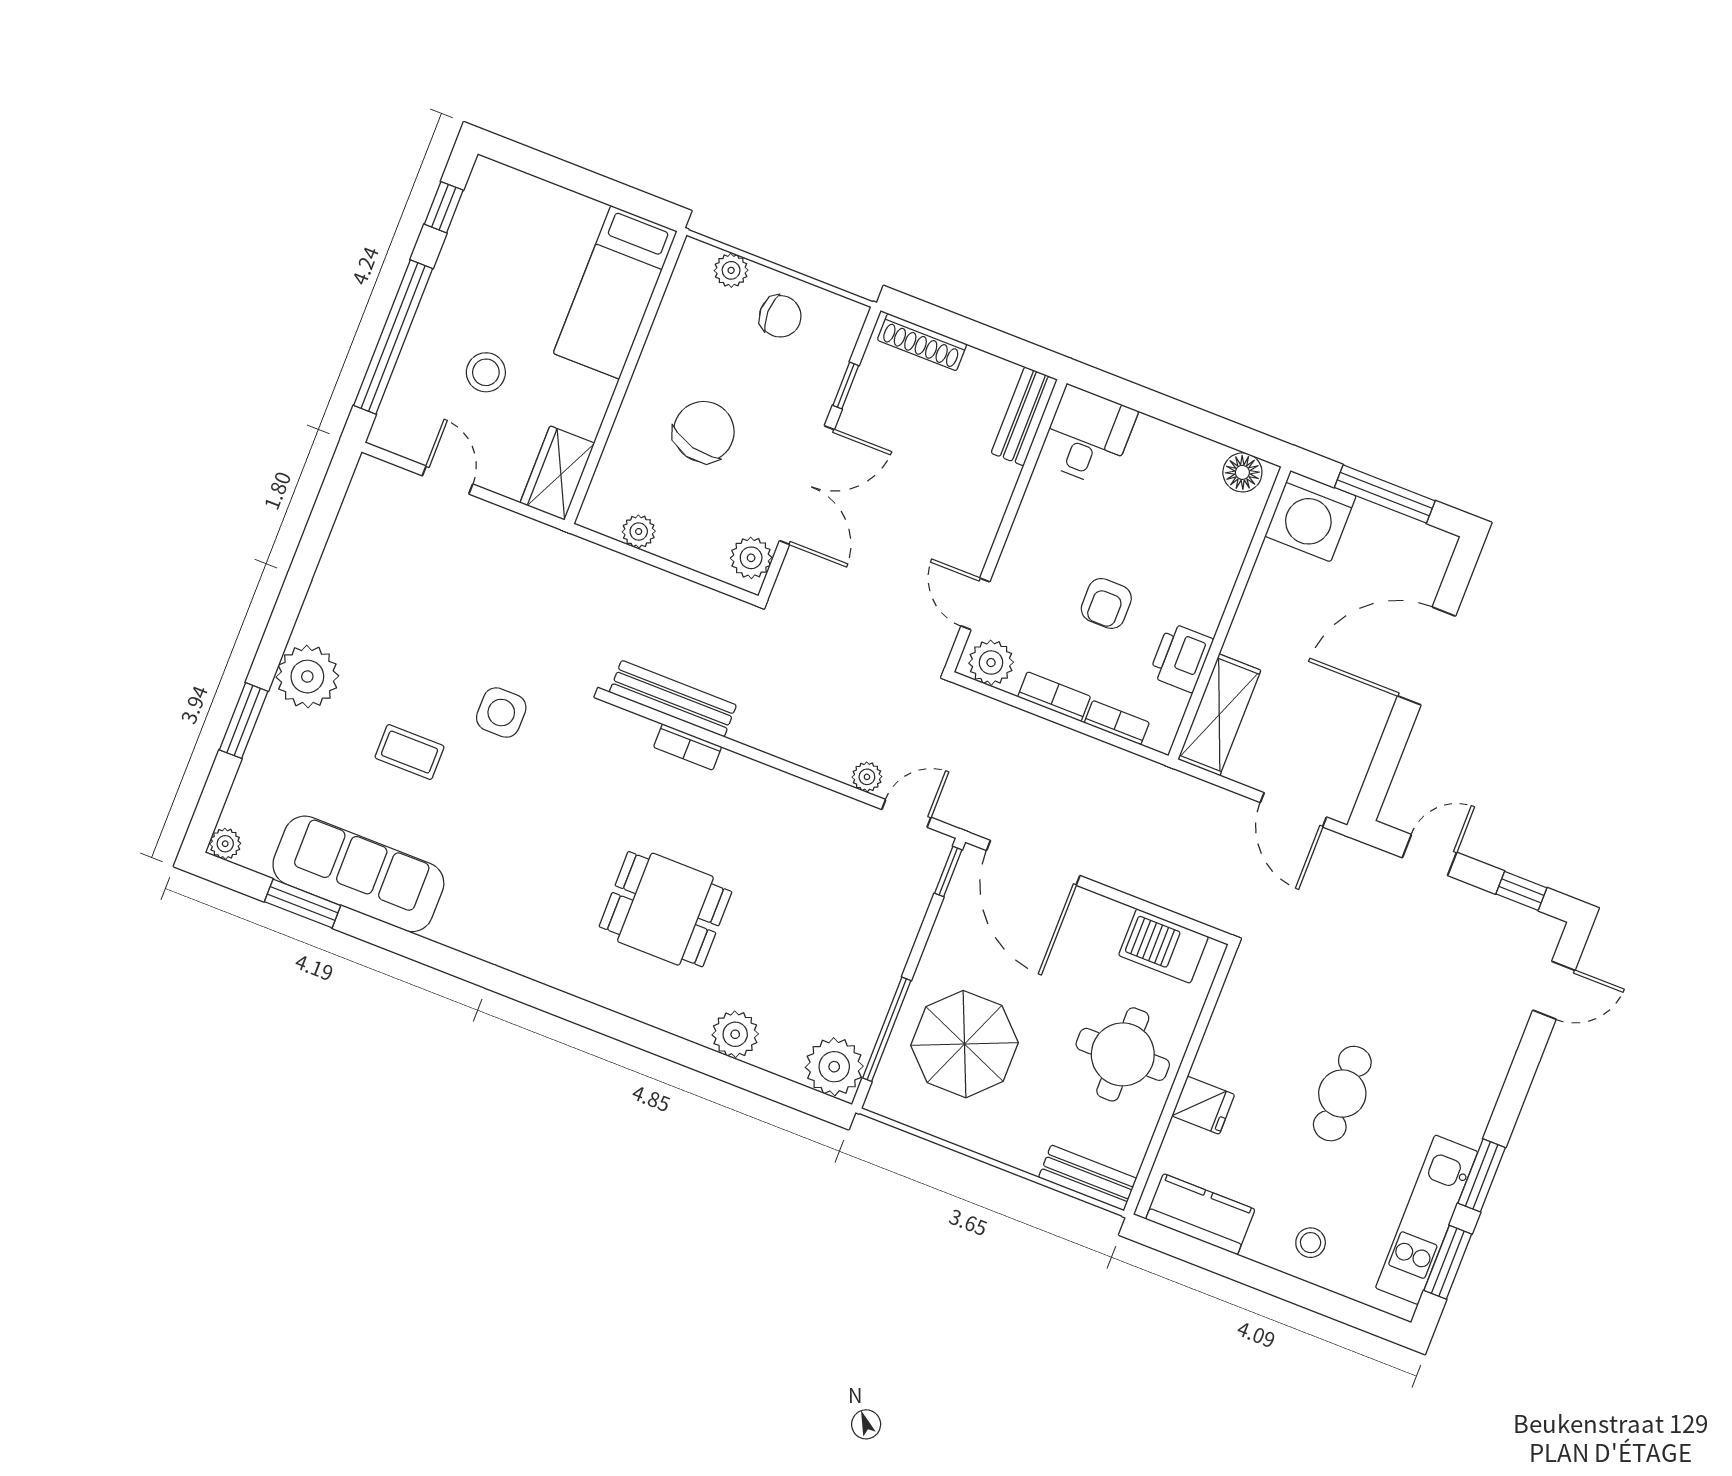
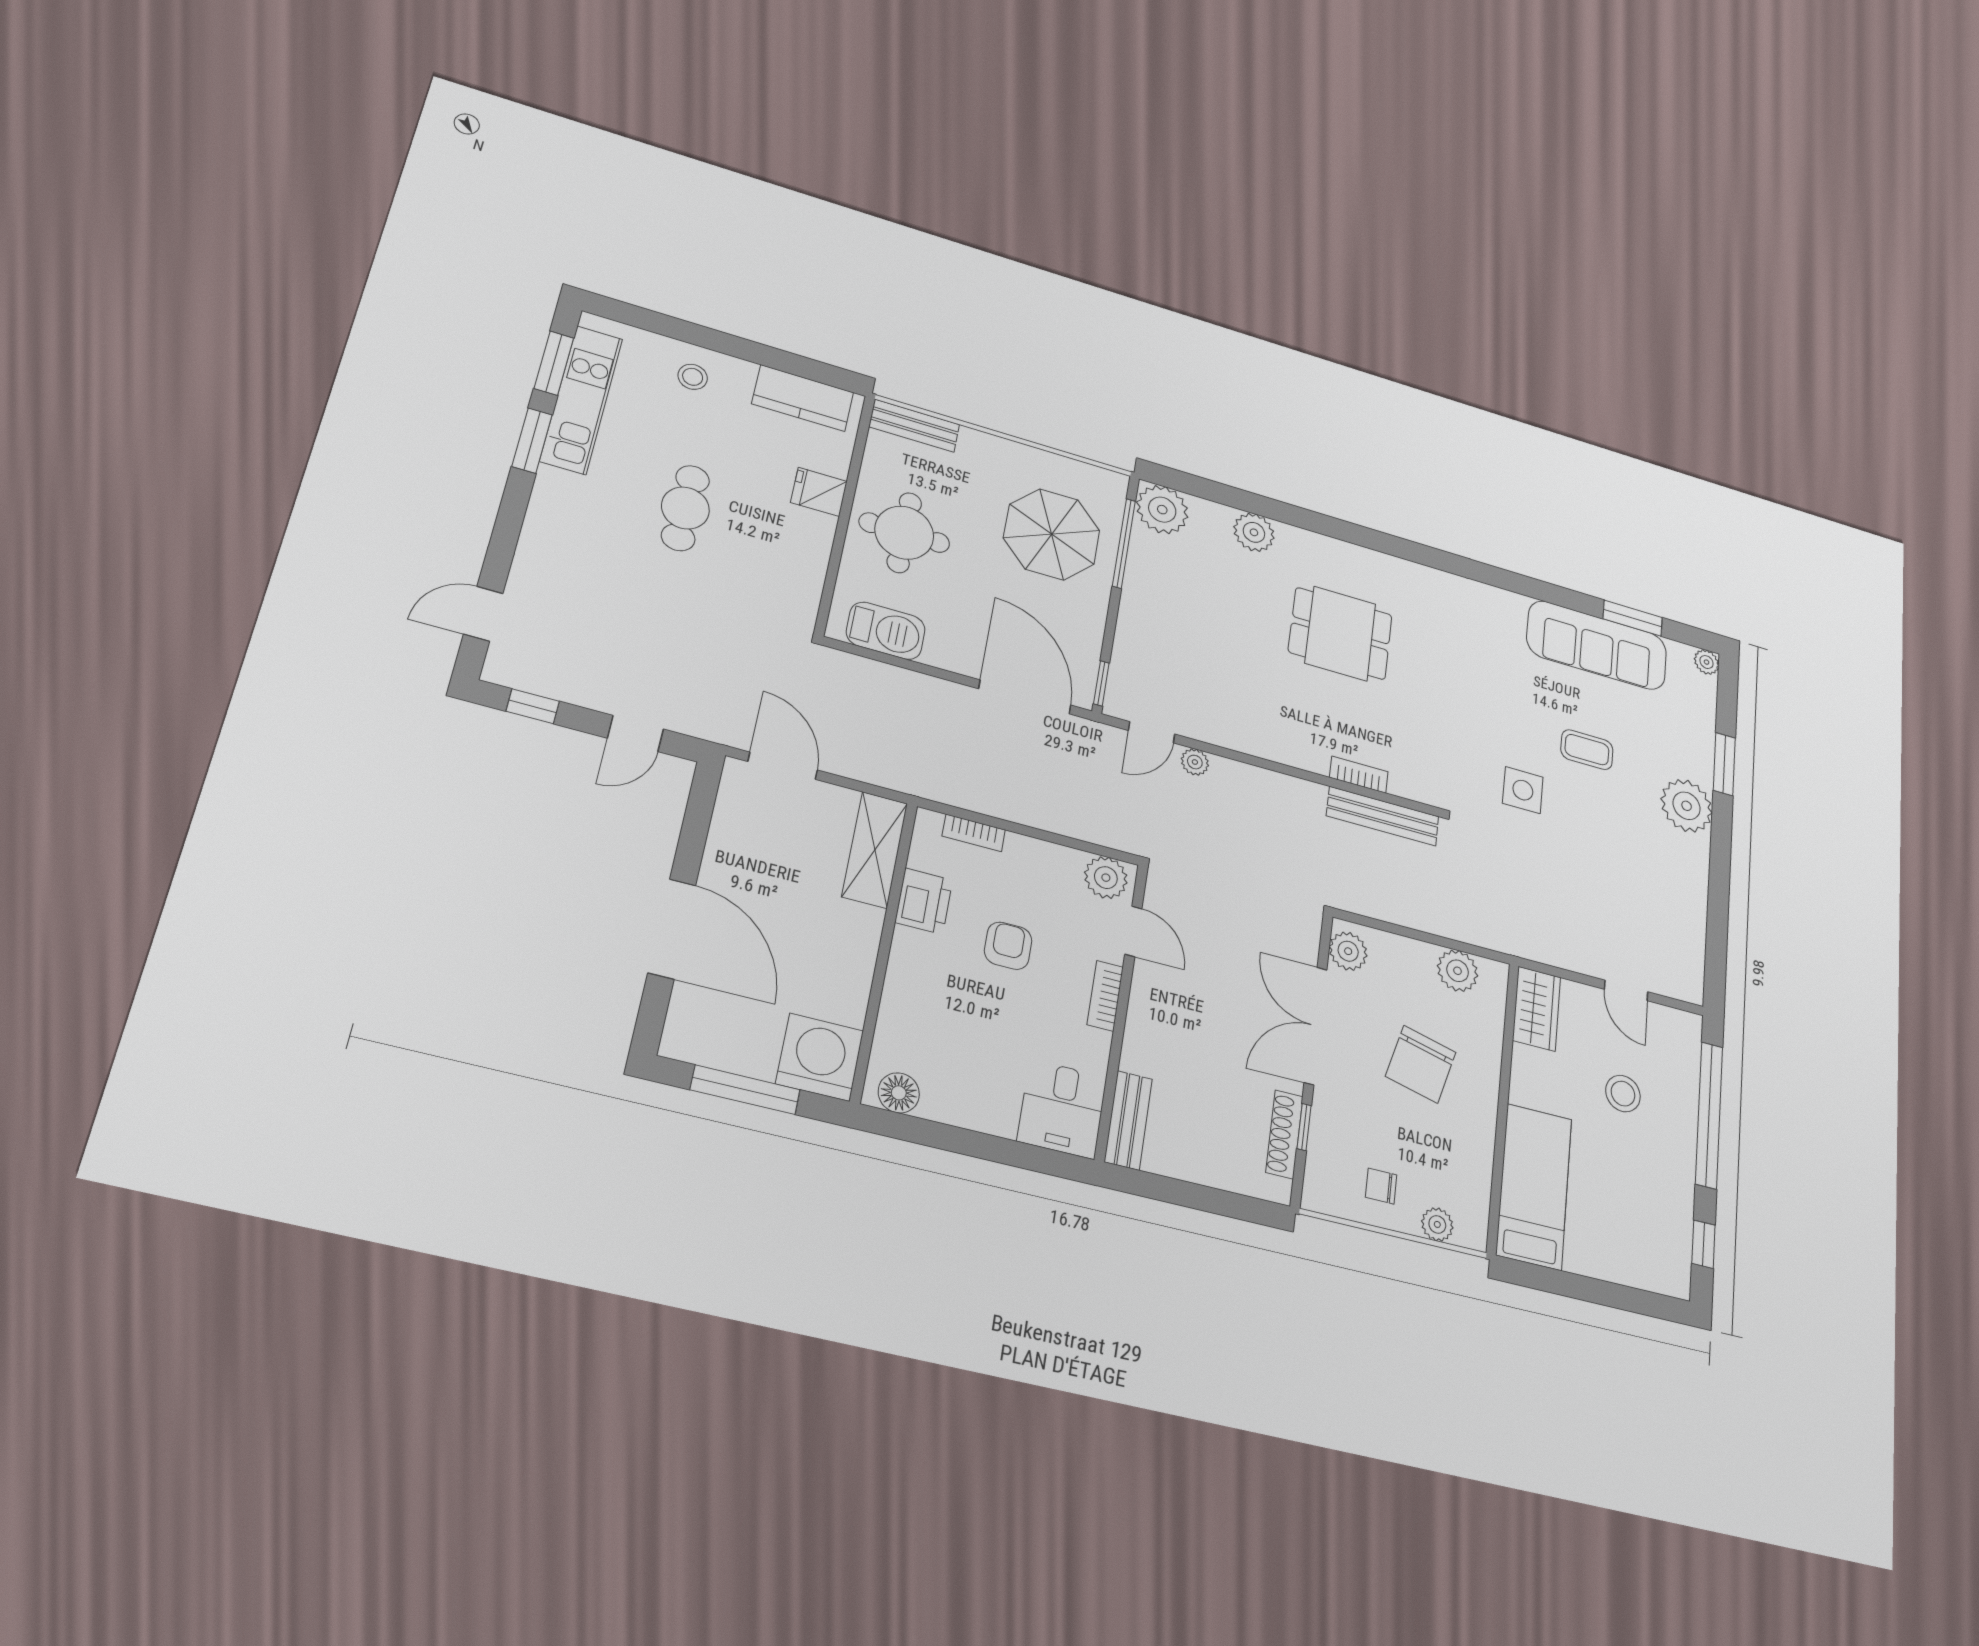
chair: (780, 316) -> (1381, 1186), width x0.73, depth x0.73
shoe rack: (922, 342) -> (1284, 1134), moved, turned -90
plant: (639, 532) -> (1458, 971), width x1.38, depth x1.38
door: (1427, 656) -> (672, 929), hinge flipped
bookcase: (1054, 697) -> (1105, 996), moved, turned 90

